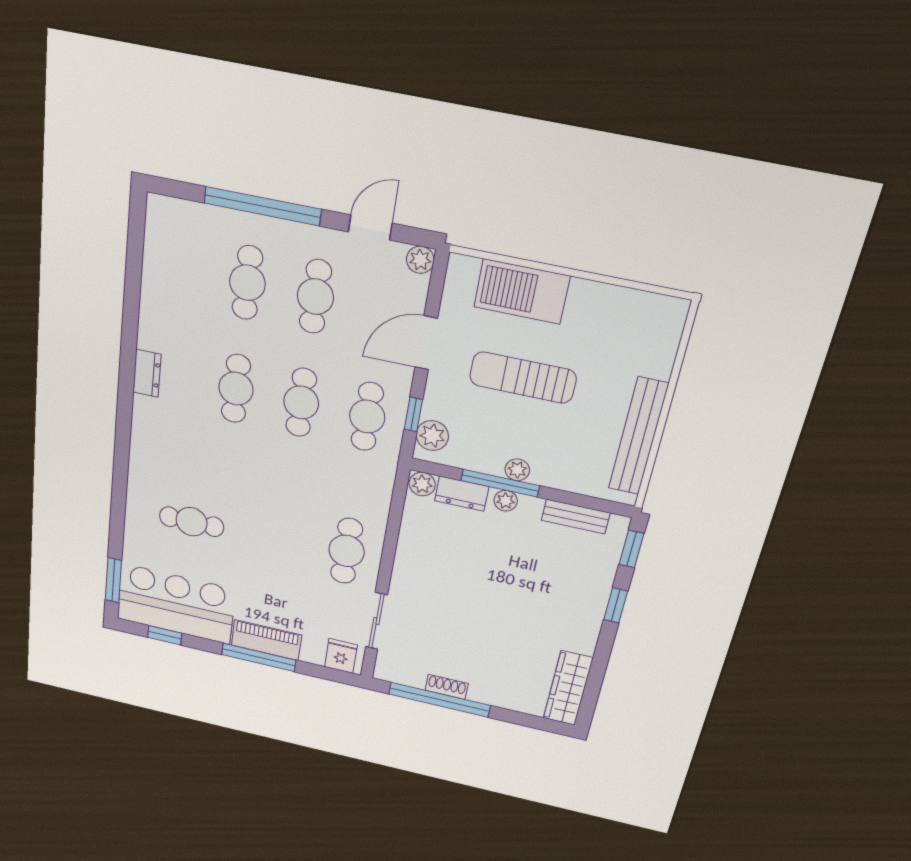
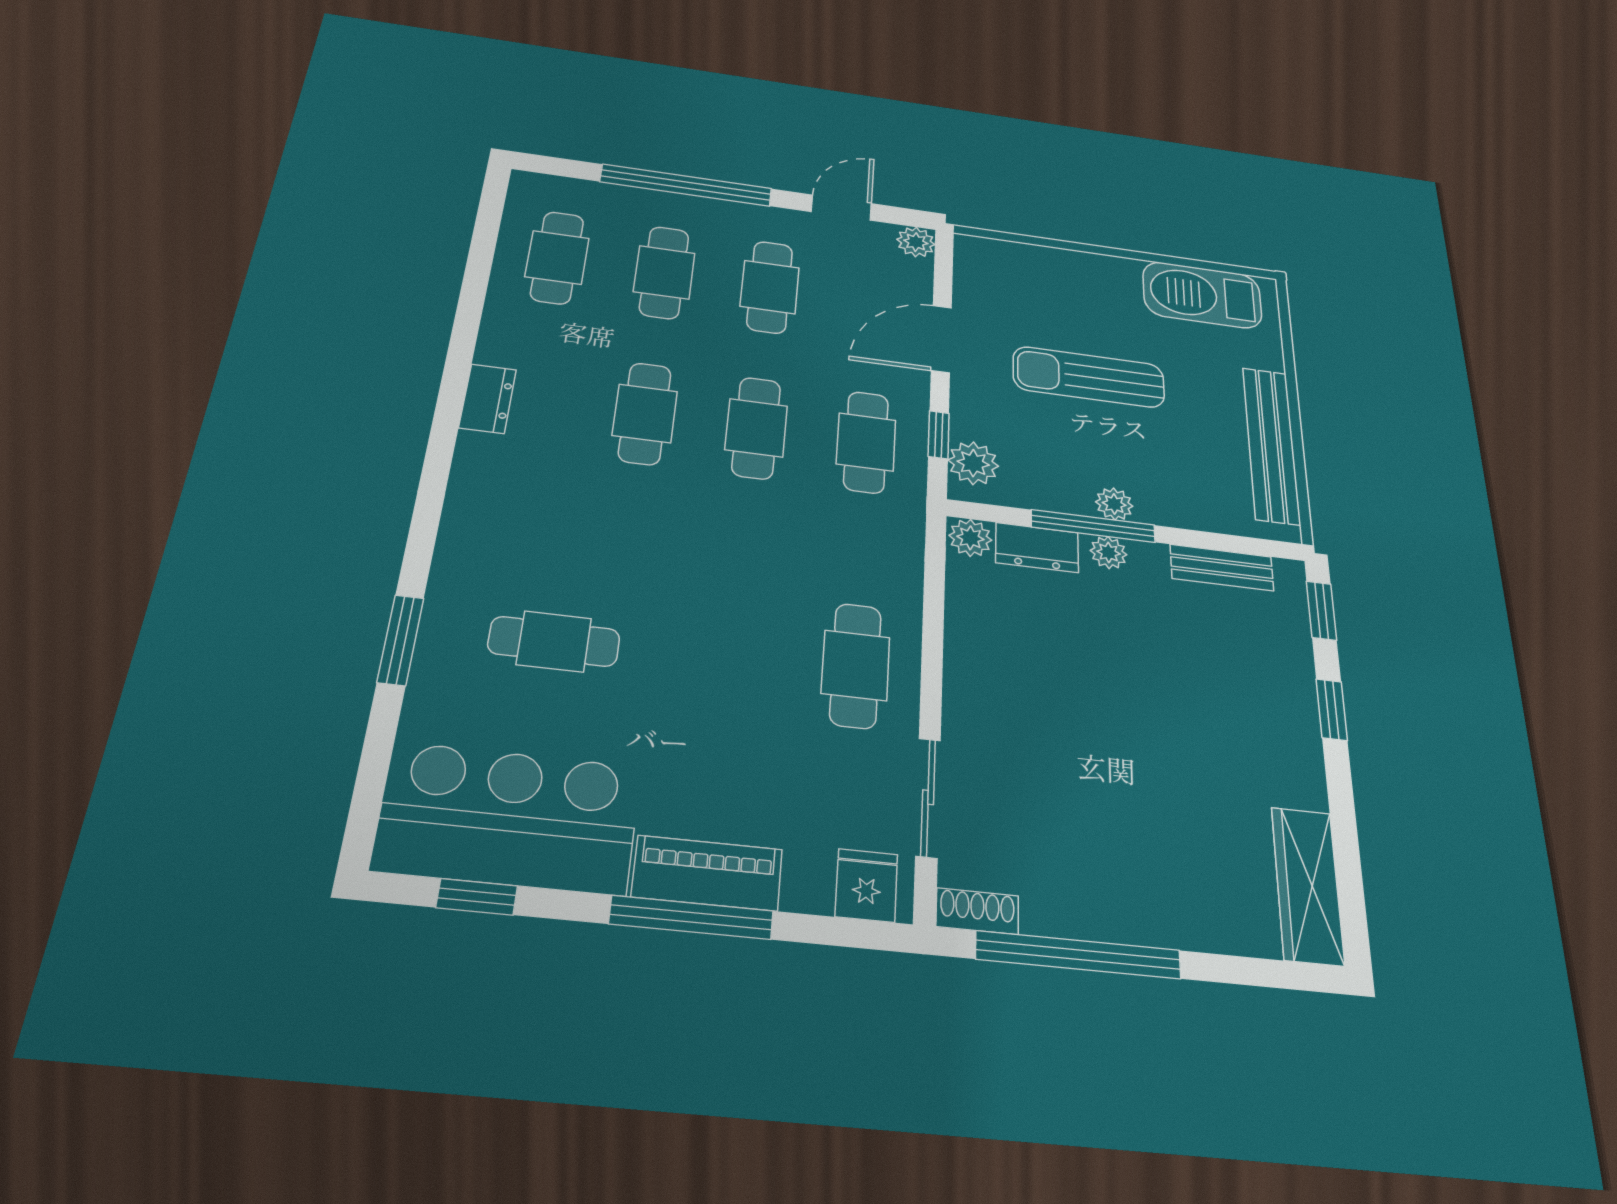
cafe table: (180, 269) -> (557, 258), added
barbecue: (522, 292) -> (1202, 295), moved
window: (113, 580) -> (400, 640), moved
shoe rack: (447, 687) -> (977, 911), moved

